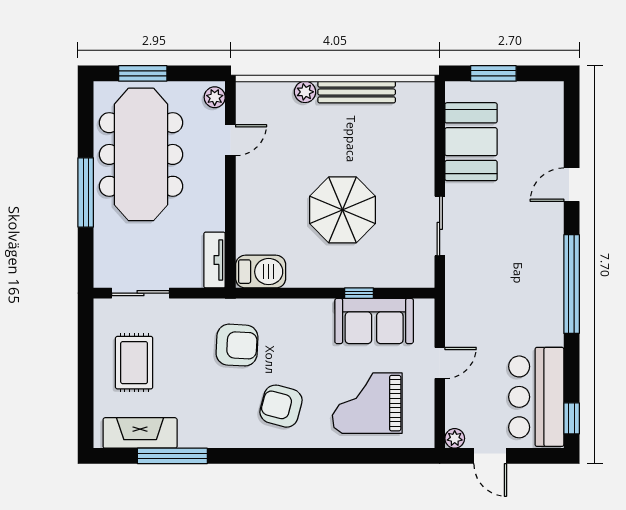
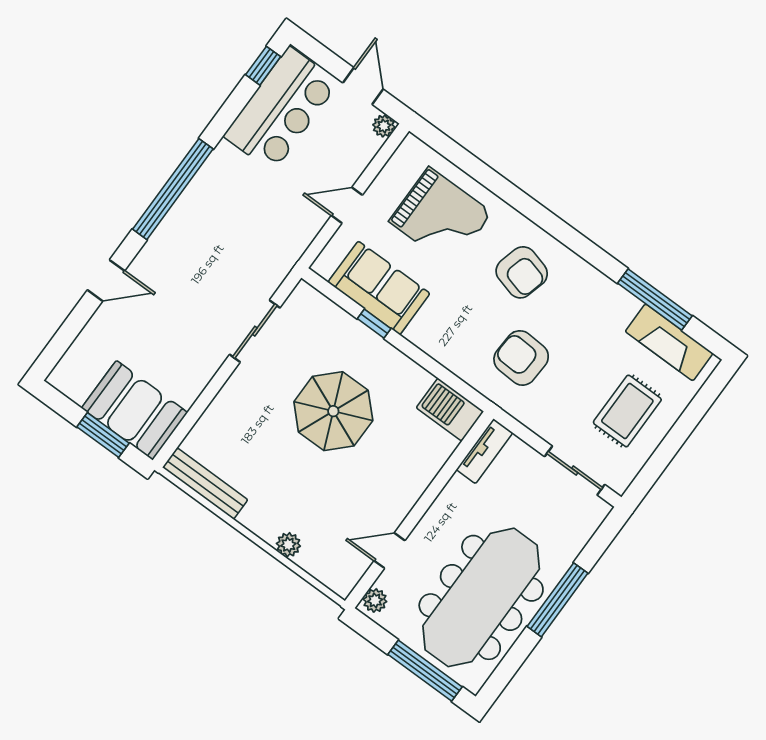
window: (143, 73) -> (425, 671), width x1.44
bench: (357, 92) -> (205, 484), moved
booth: (471, 142) -> (135, 410), moved, turned 90

